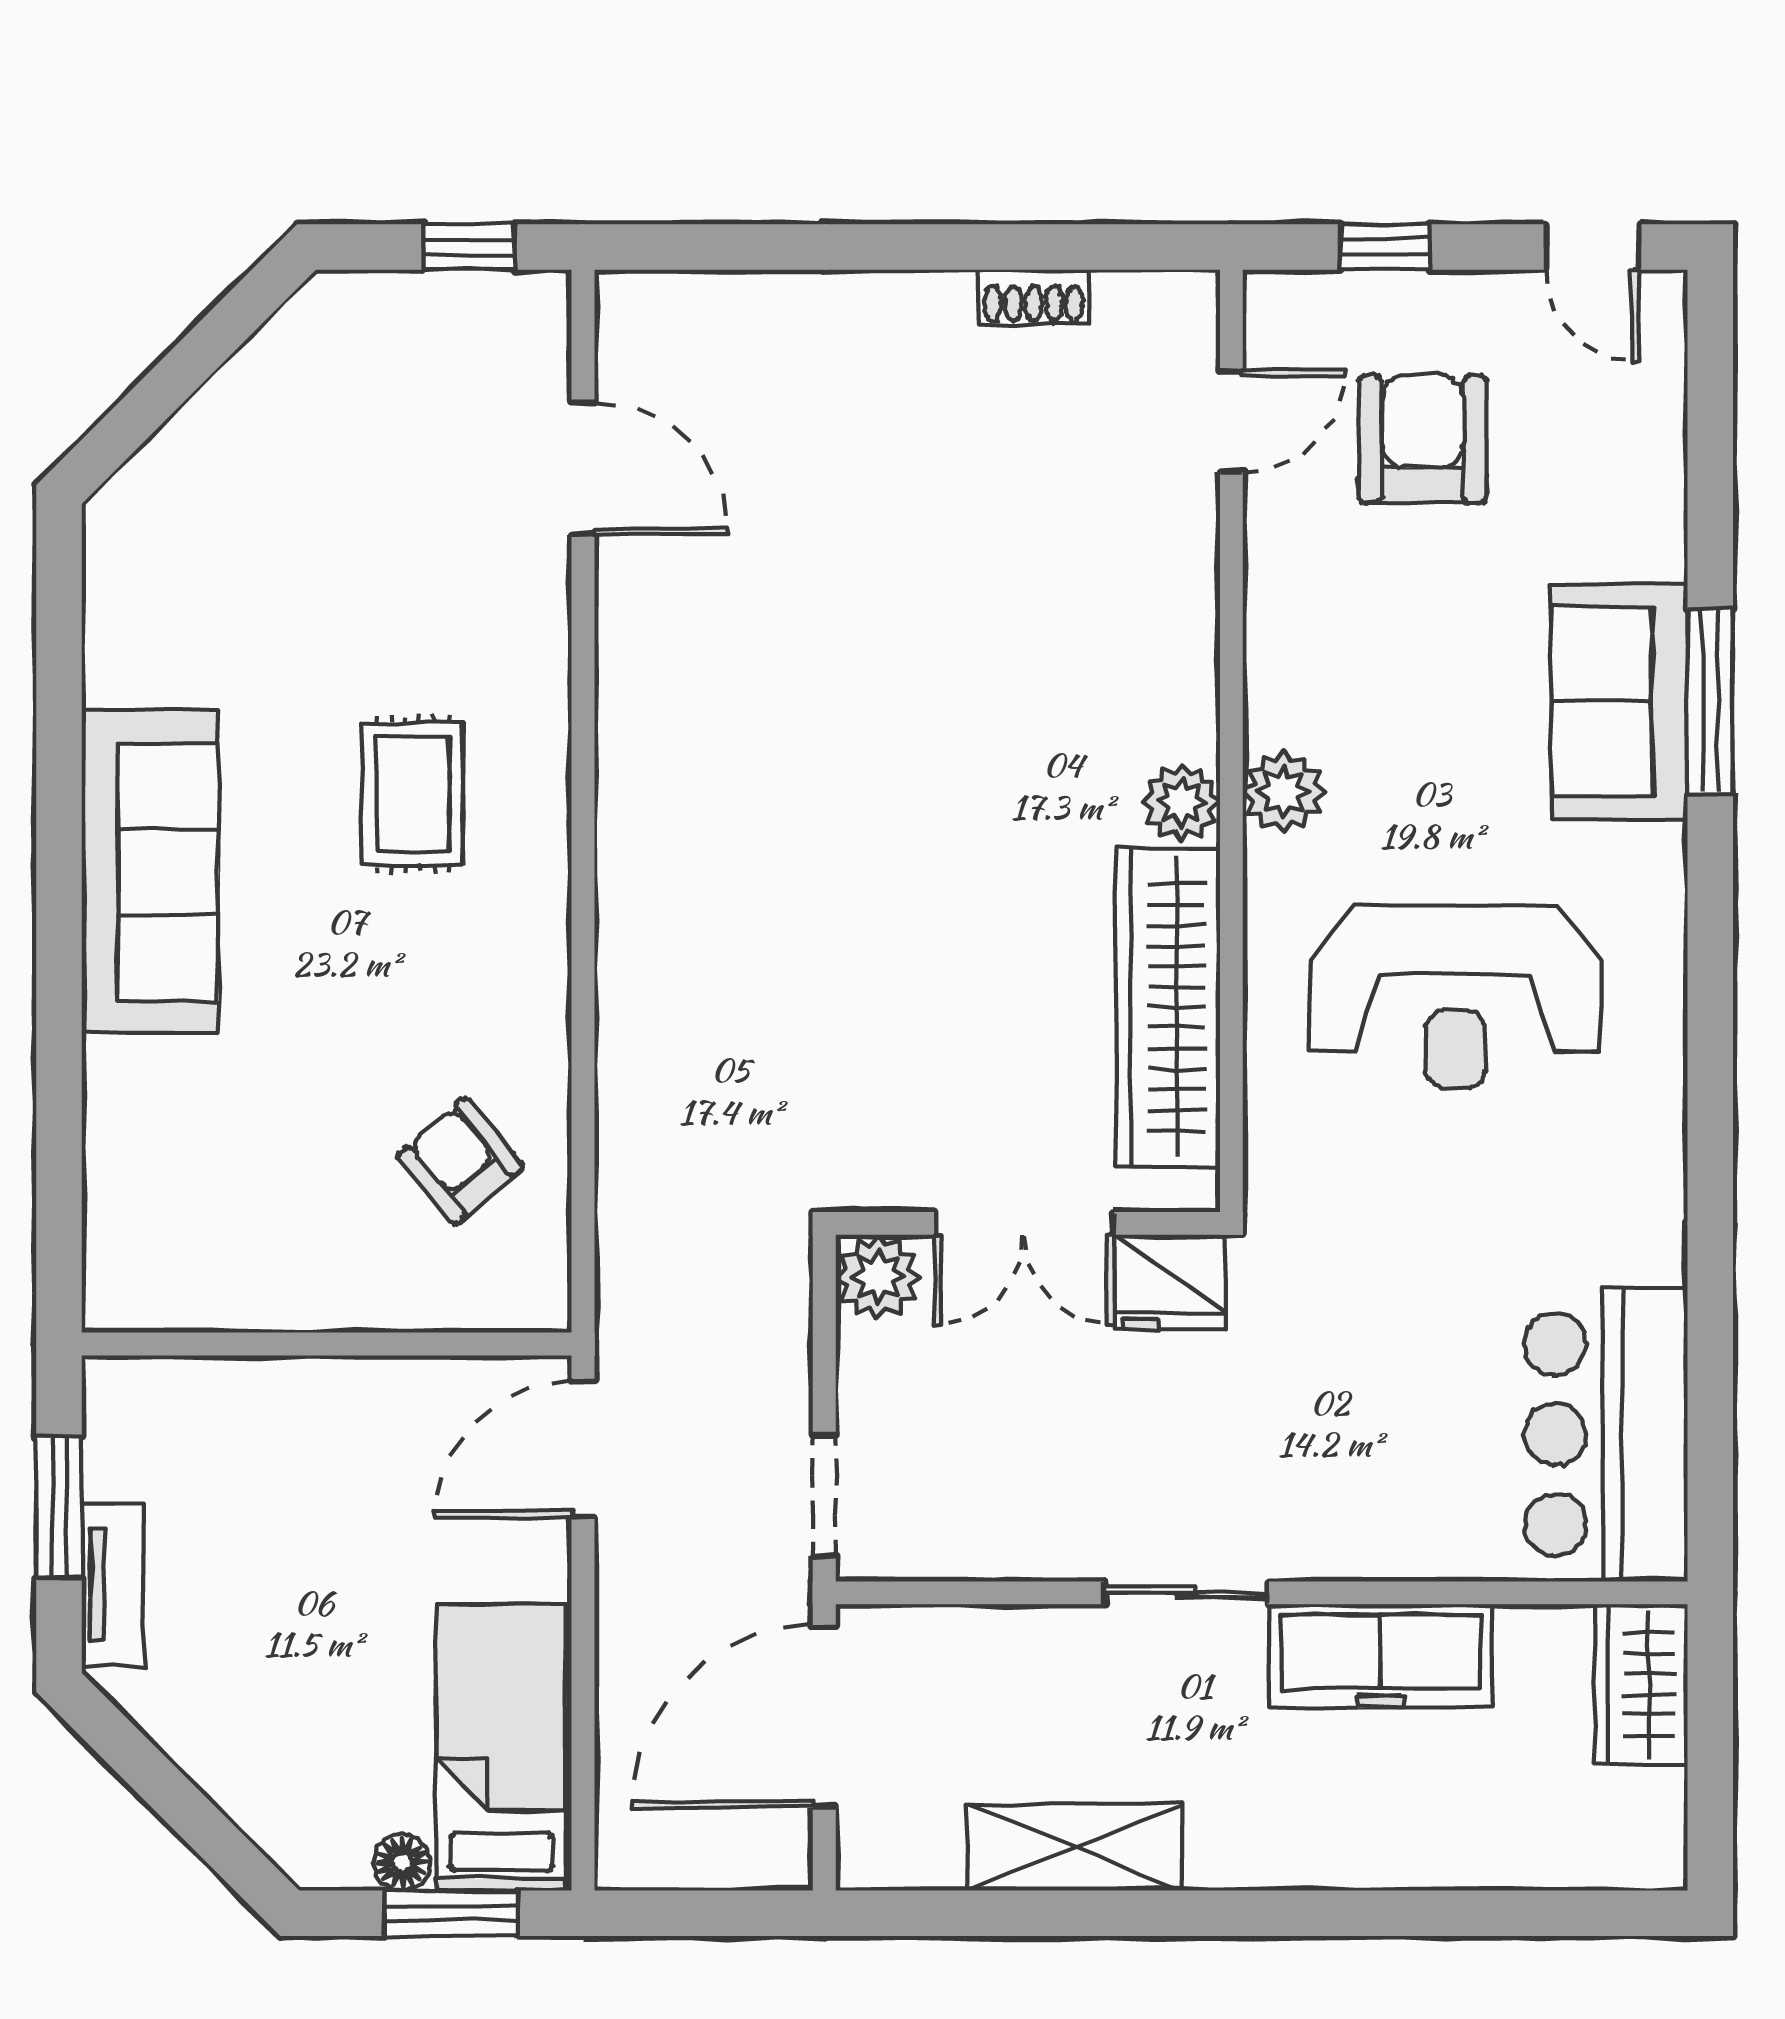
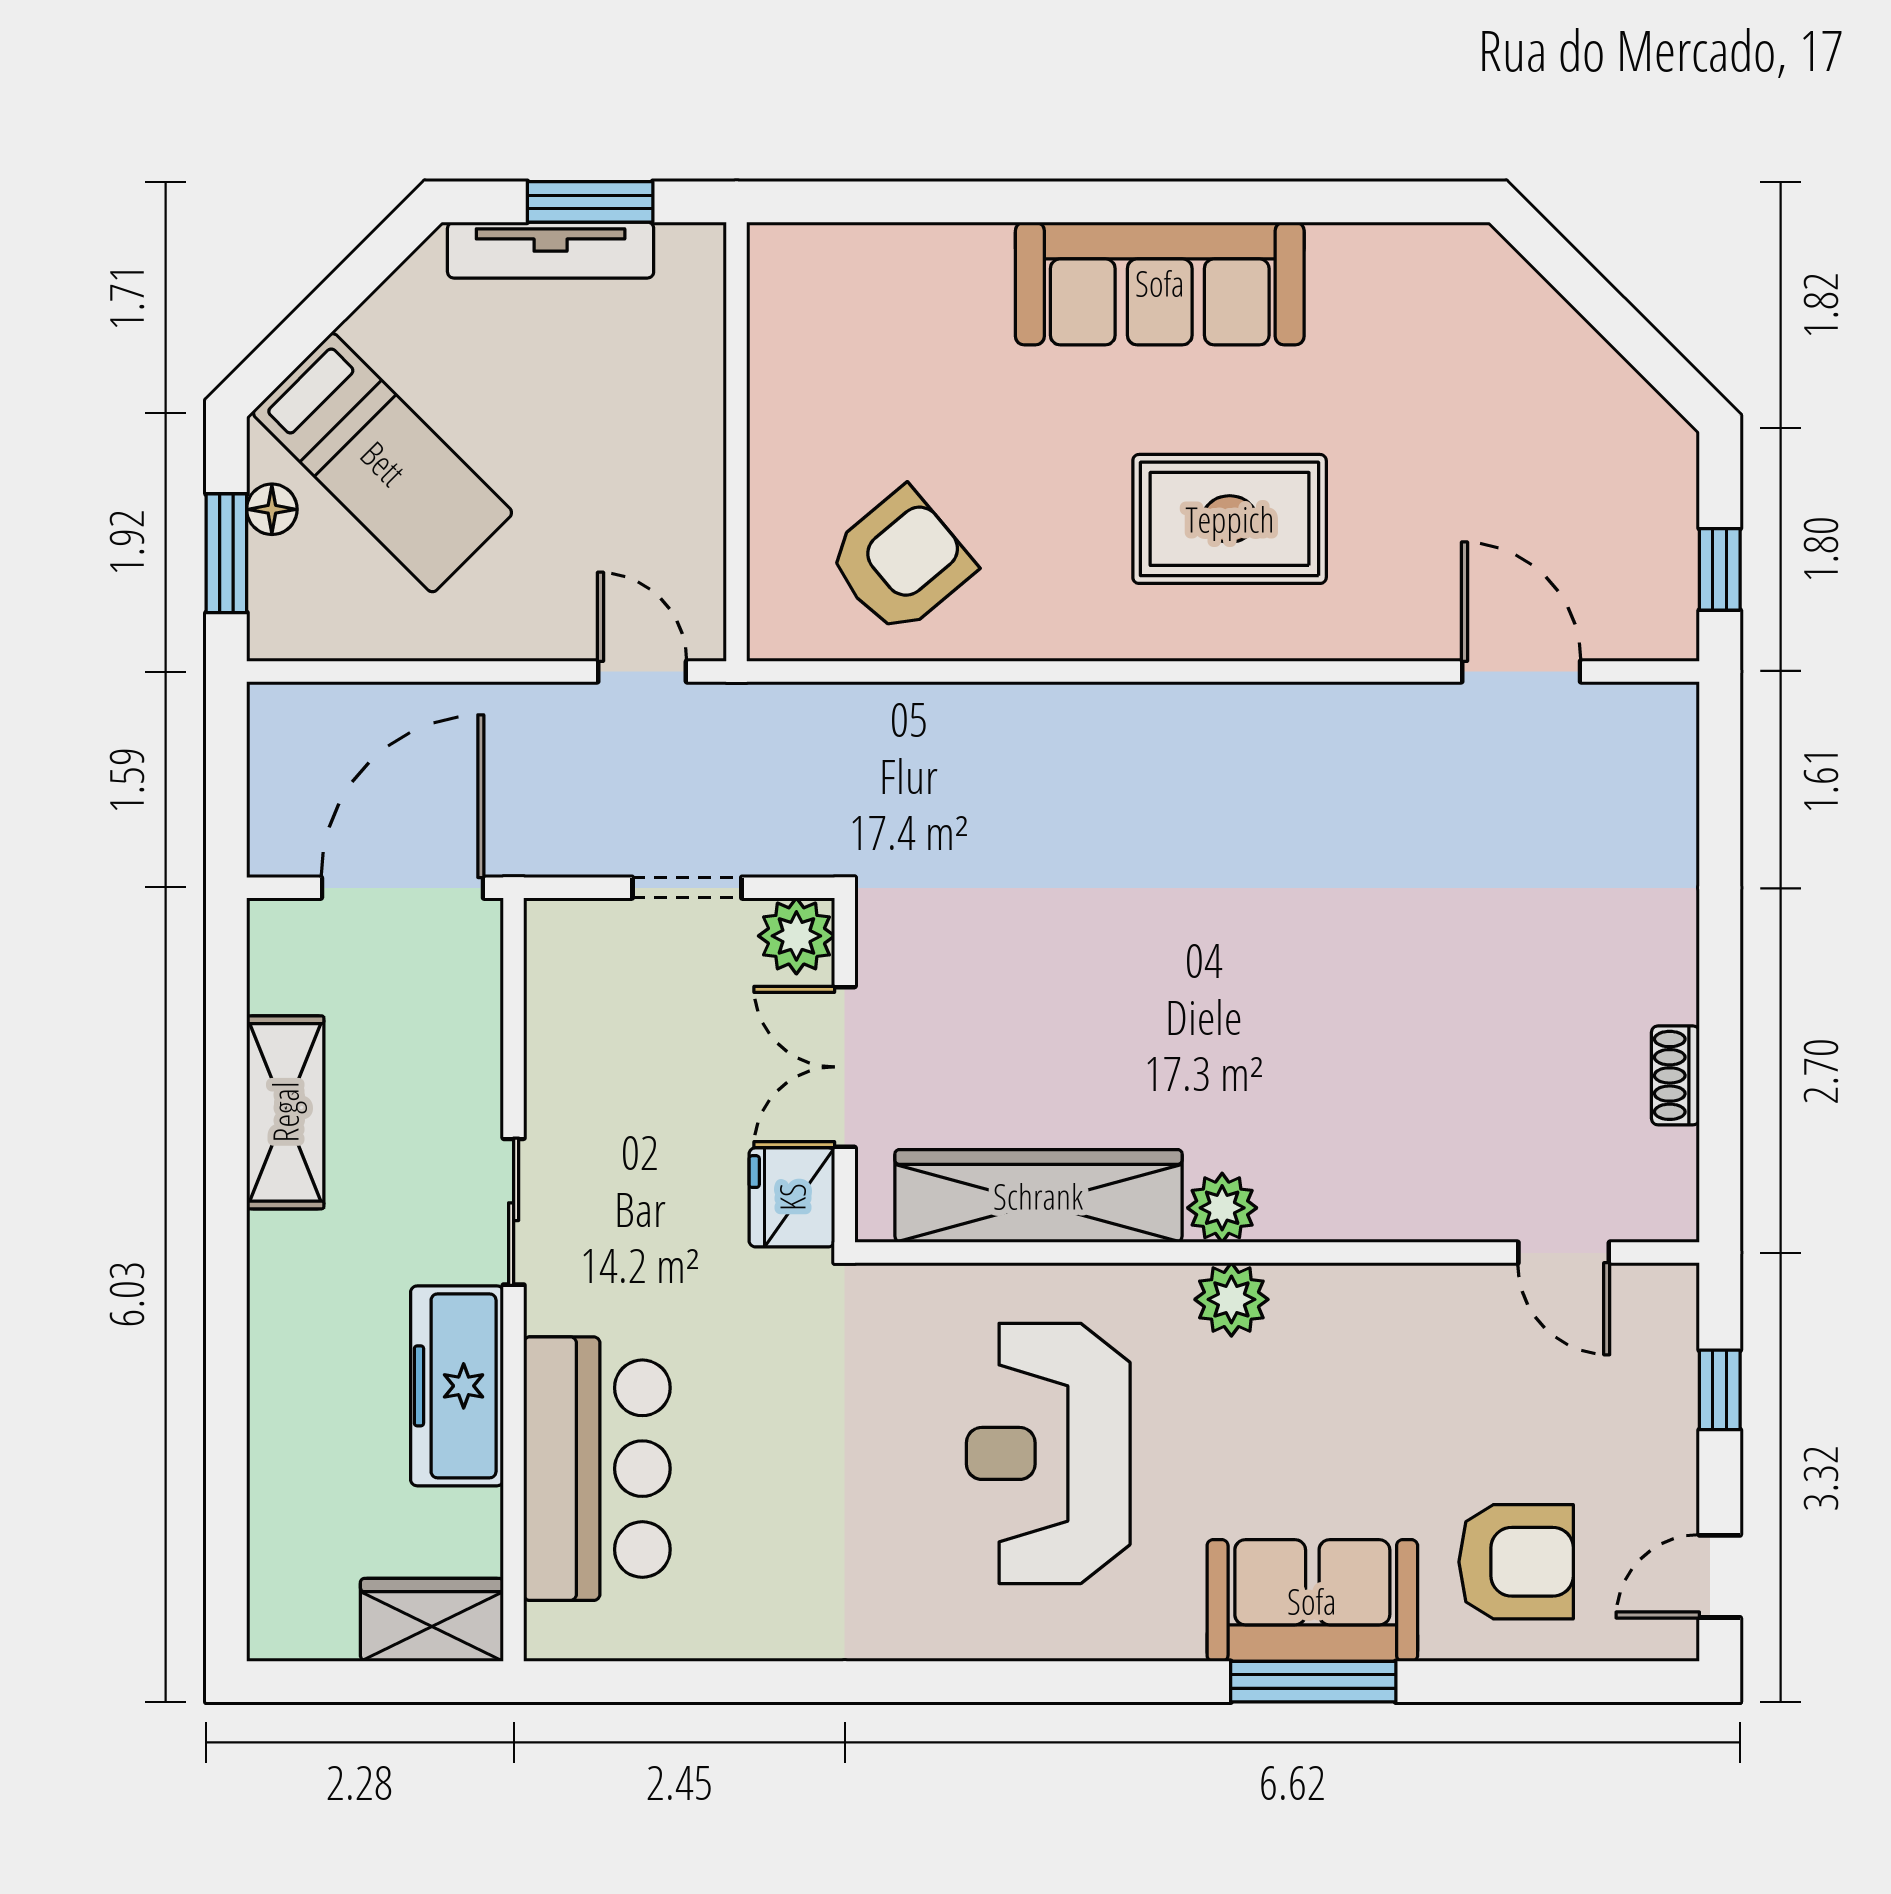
armchair: (1423, 439) -> (1516, 1562), moved
door: (583, 469) -> (1521, 671), swing flipped
rug: (413, 794) -> (1230, 519), width x1.36, depth x1.43
armchair: (460, 1161) -> (900, 561), width x1.38, depth x1.38
bar counter: (1606, 1434) -> (597, 1469), moved, turned 90
door: (583, 1449) -> (642, 671), width x0.73
doorway: (824, 1496) -> (687, 888), moved
tv unit: (113, 1585) -> (551, 250), width x1.41
door: (824, 1717) -> (402, 888), hinge flipped
bed: (501, 1747) -> (383, 463), moved, turned 45

